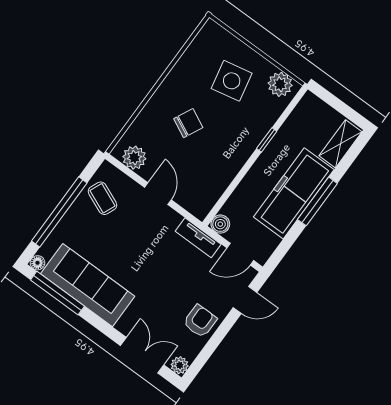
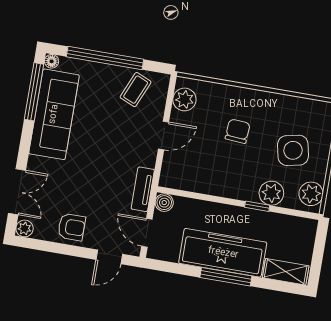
plant: (261, 121) -> (271, 193), added
chair: (188, 123) -> (238, 131), turned -112
door: (245, 300) -> (109, 257), hinge flipped

